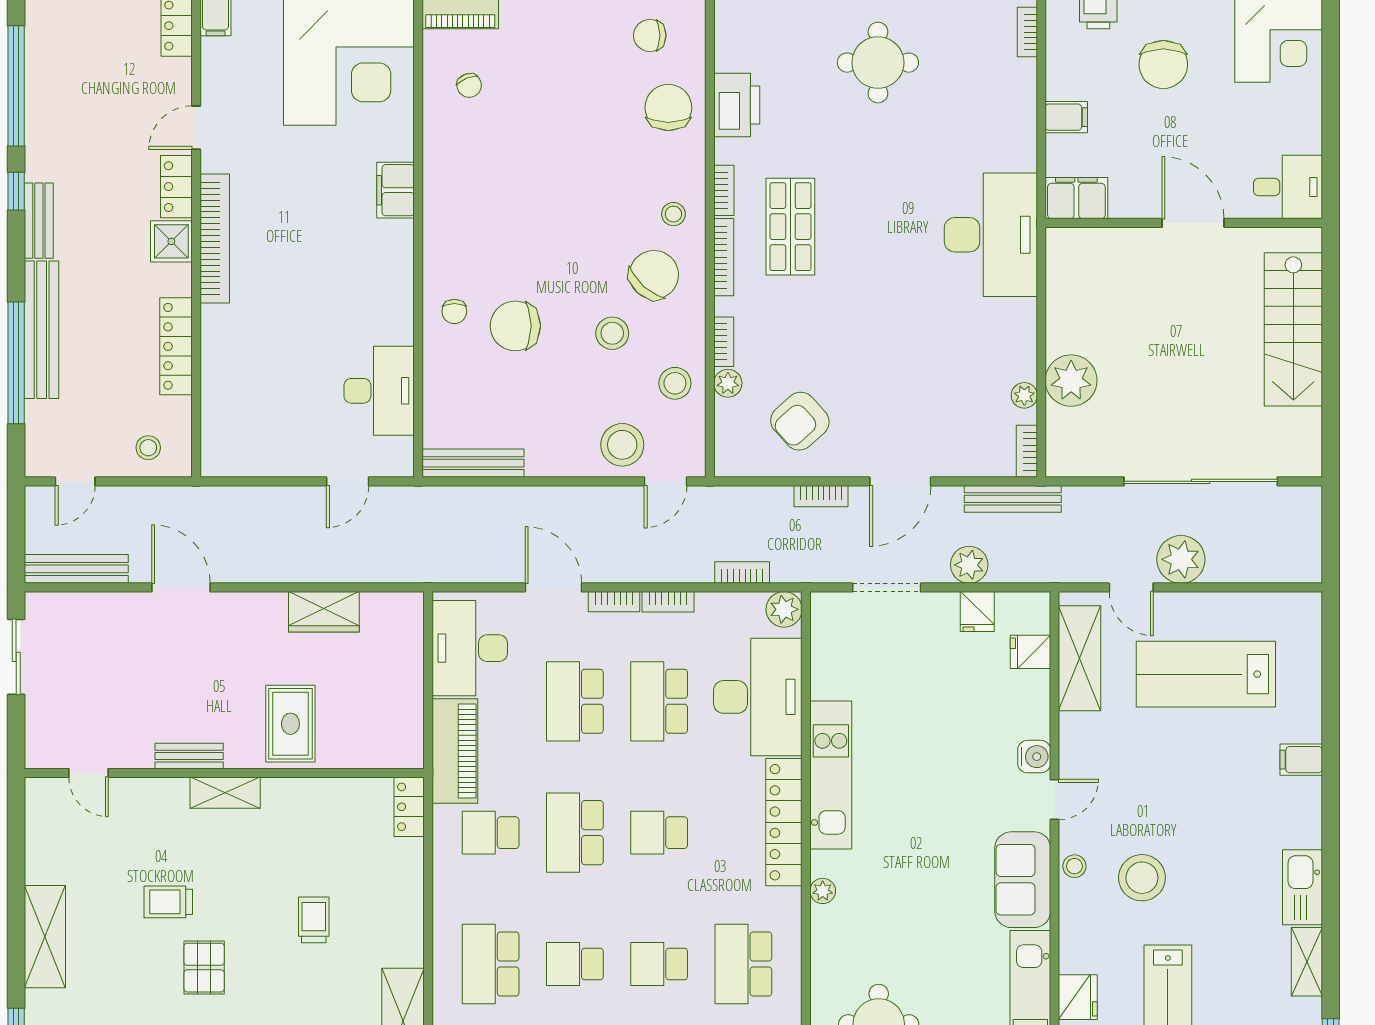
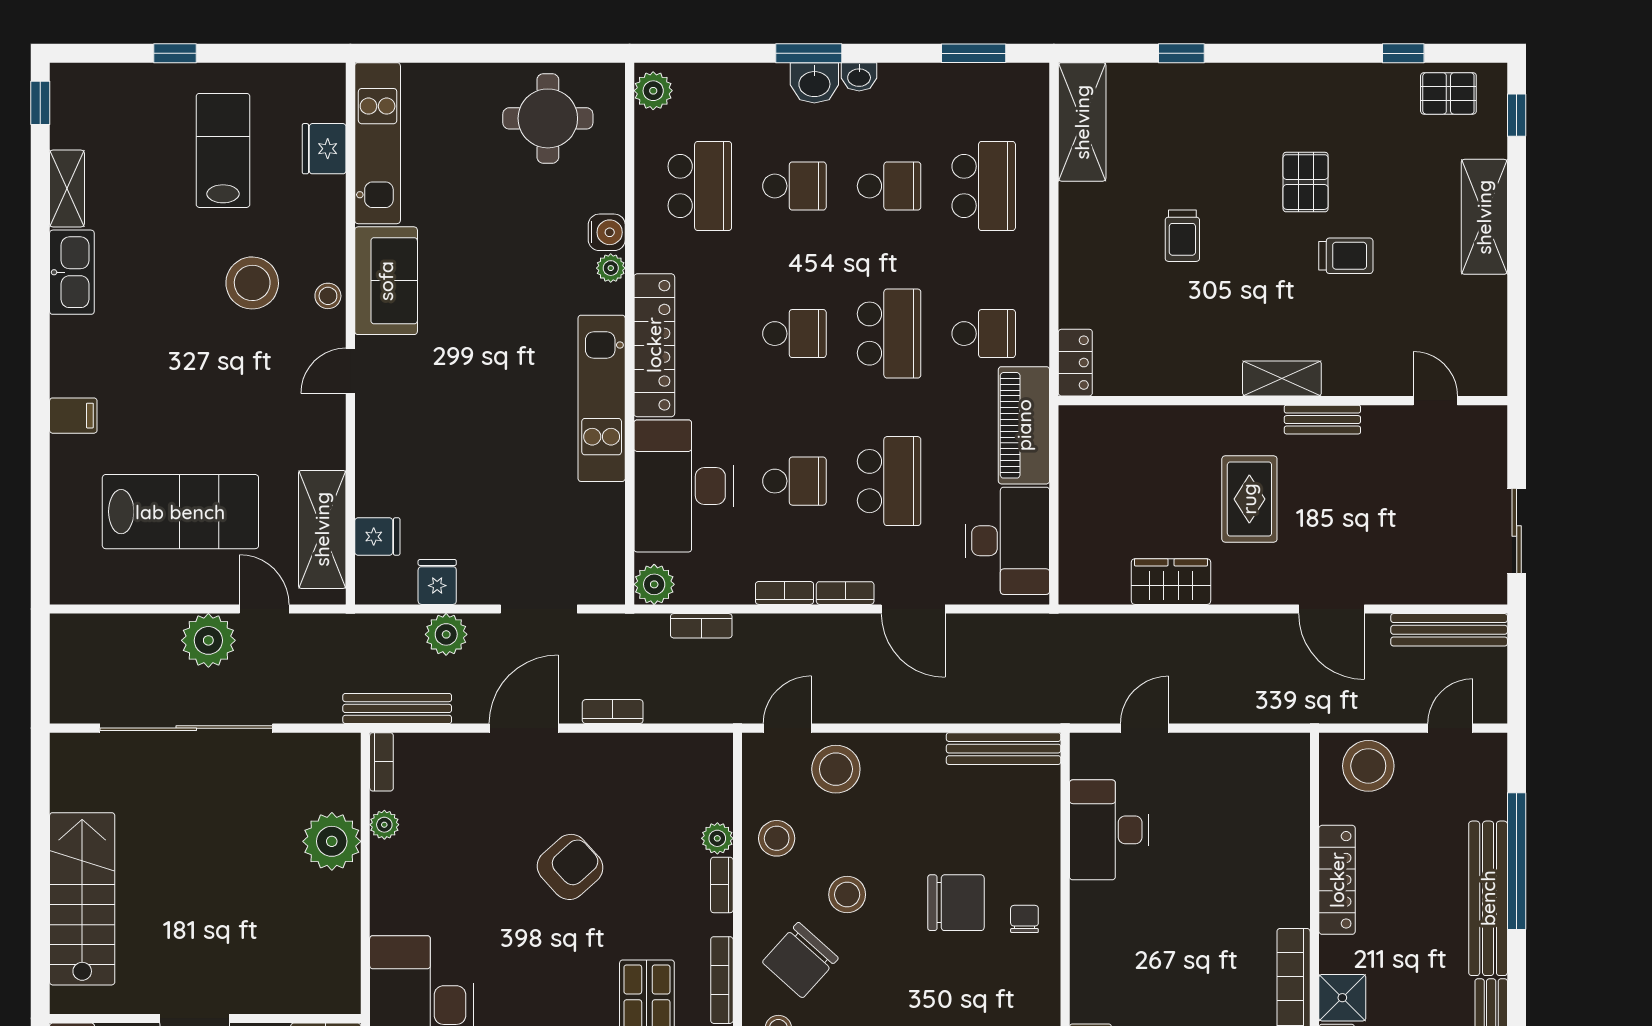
armchair: (800, 421) -> (570, 867), moved
stool: (148, 448) -> (1368, 766), width x1.89, depth x1.89
school desk: (659, 701) -> (794, 481), width x0.54
rug: (290, 724) -> (1249, 499), moved
water cooler: (1034, 757) -> (607, 232), moved, turned 180

